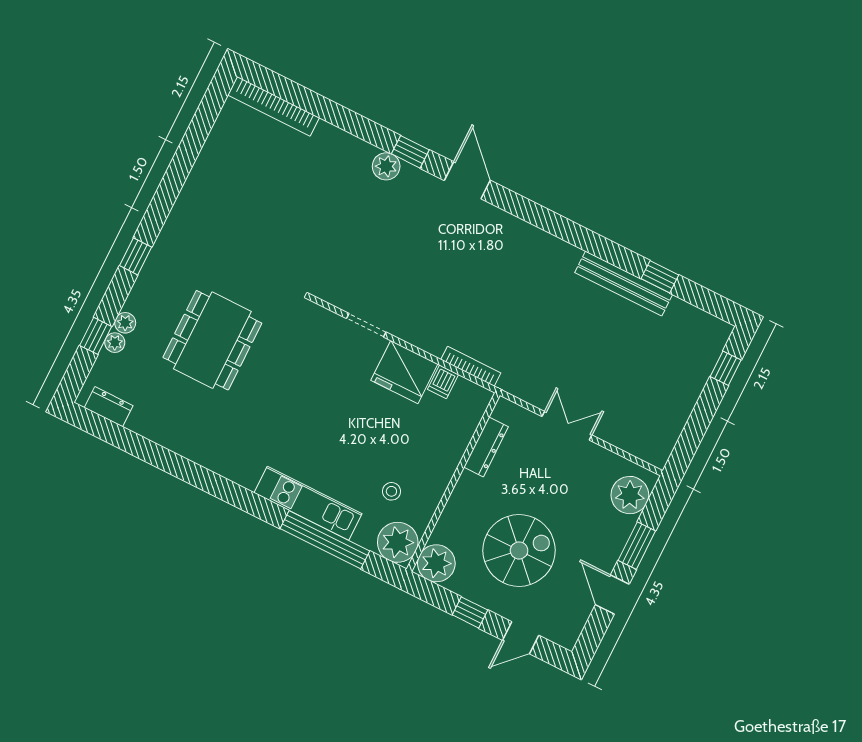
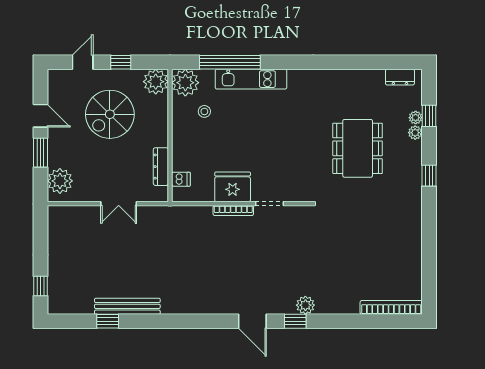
bookcase: (471, 366) -> (233, 211), moved
dishwasher: (443, 382) -> (181, 179), moved, turned 90

